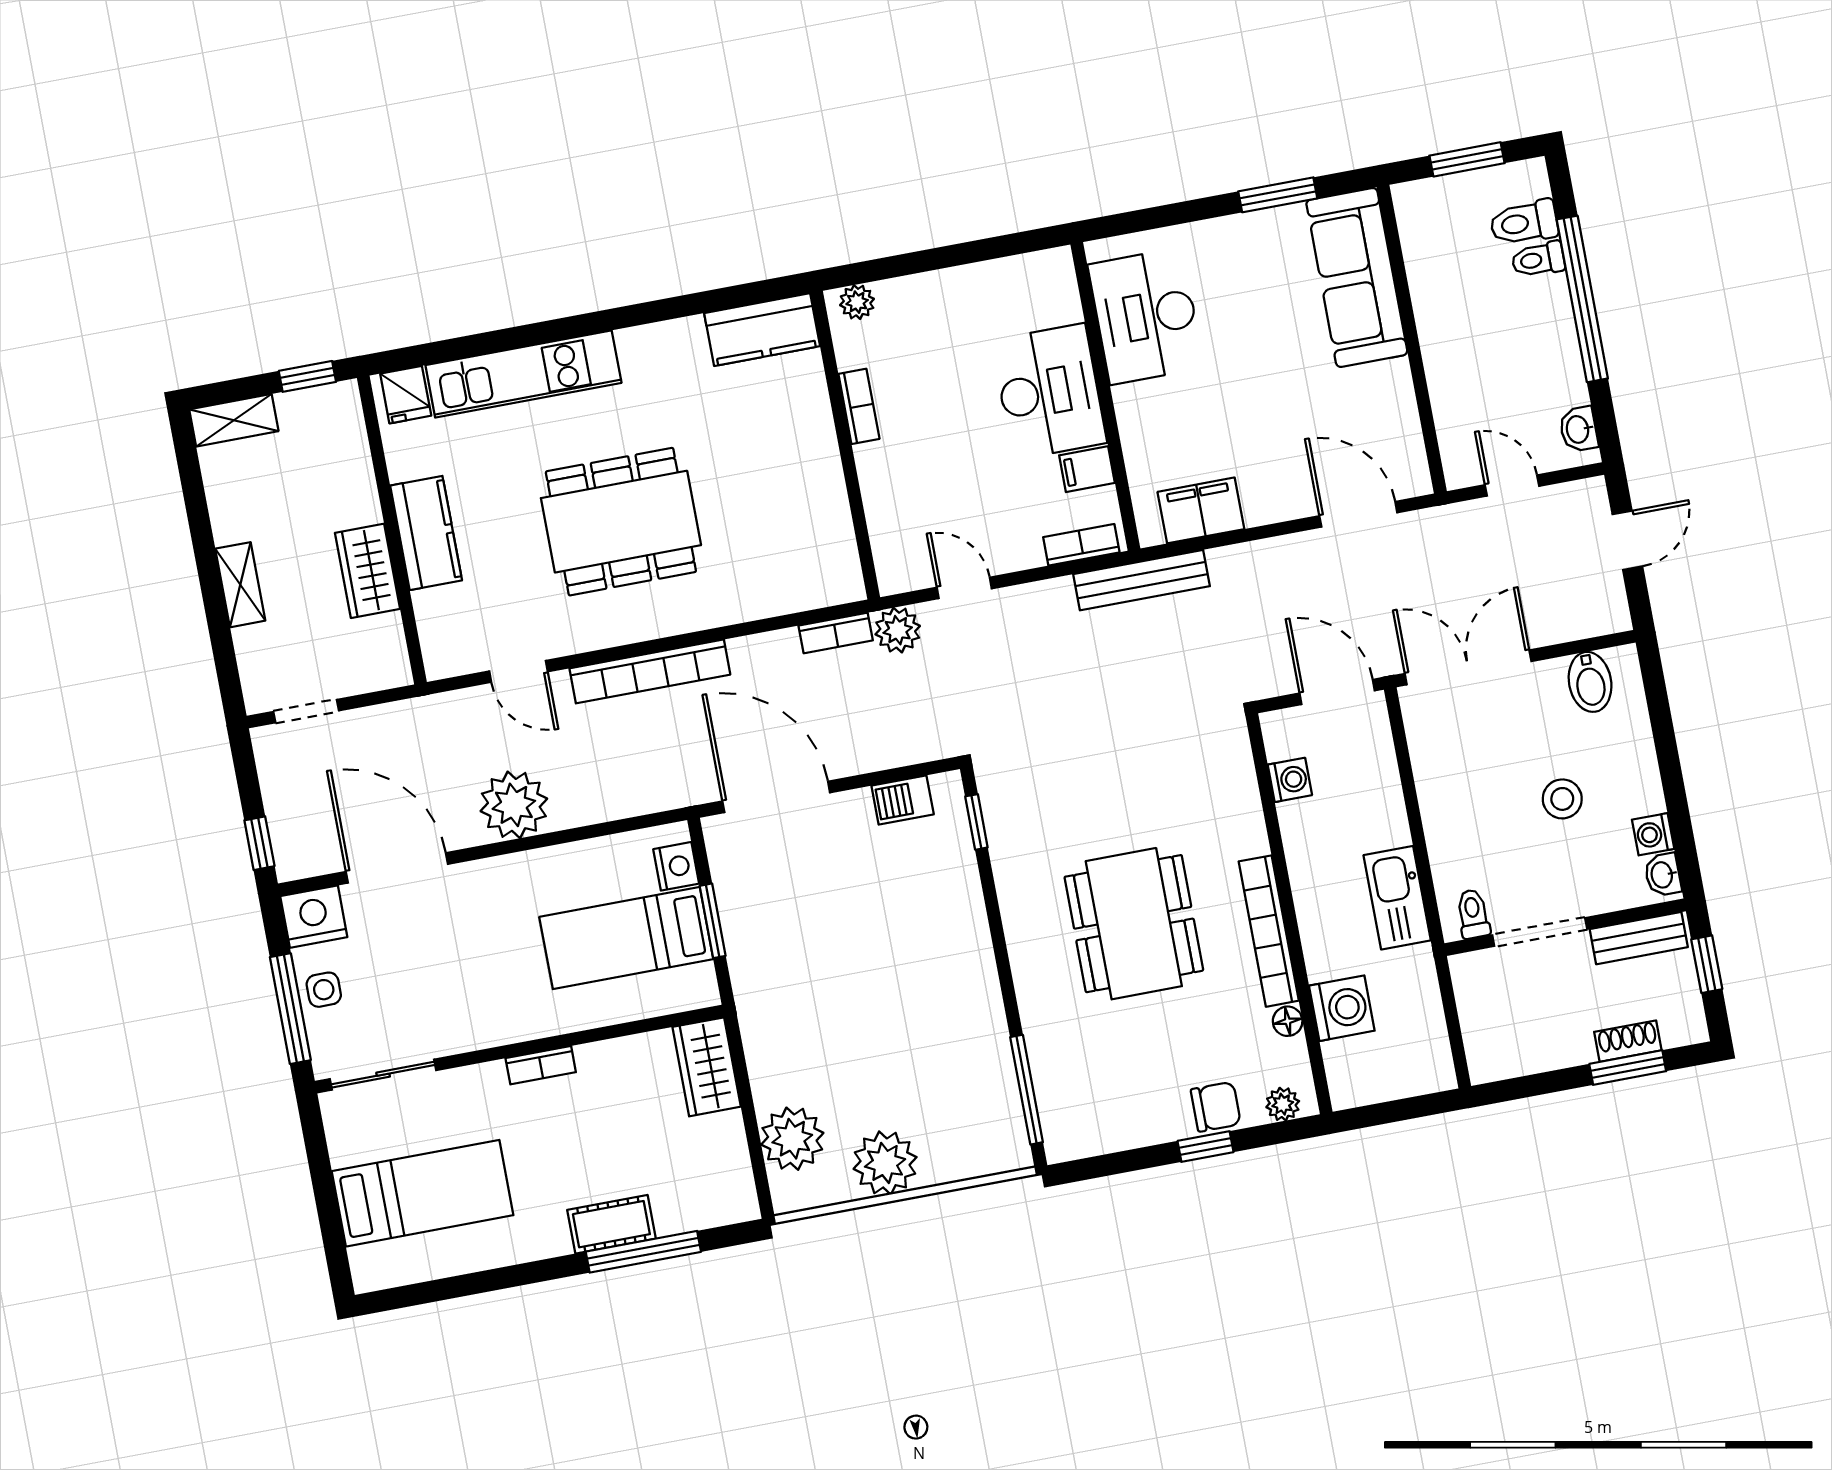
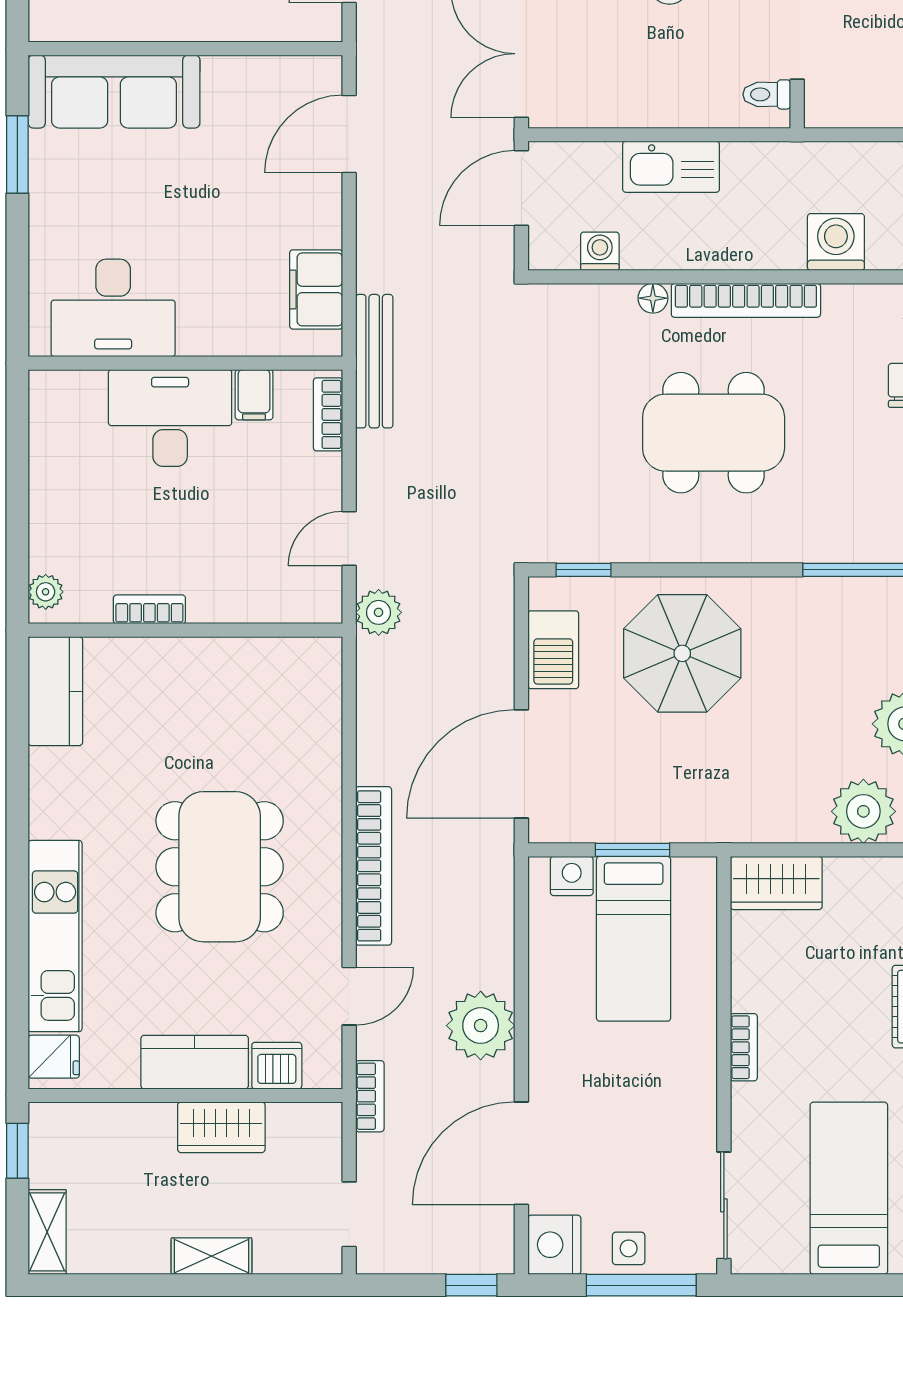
dishwasher: (438, 614) -> (277, 1066), added
bookcase: (836, 633) -> (370, 1096), moved
barbecue: (903, 800) -> (553, 650), width x1.38, depth x1.27
kitchen sink: (1397, 898) -> (671, 167), moved
parasol: (913, 933) -> (682, 653), added
floor lamp: (1288, 1021) -> (653, 298), moved

